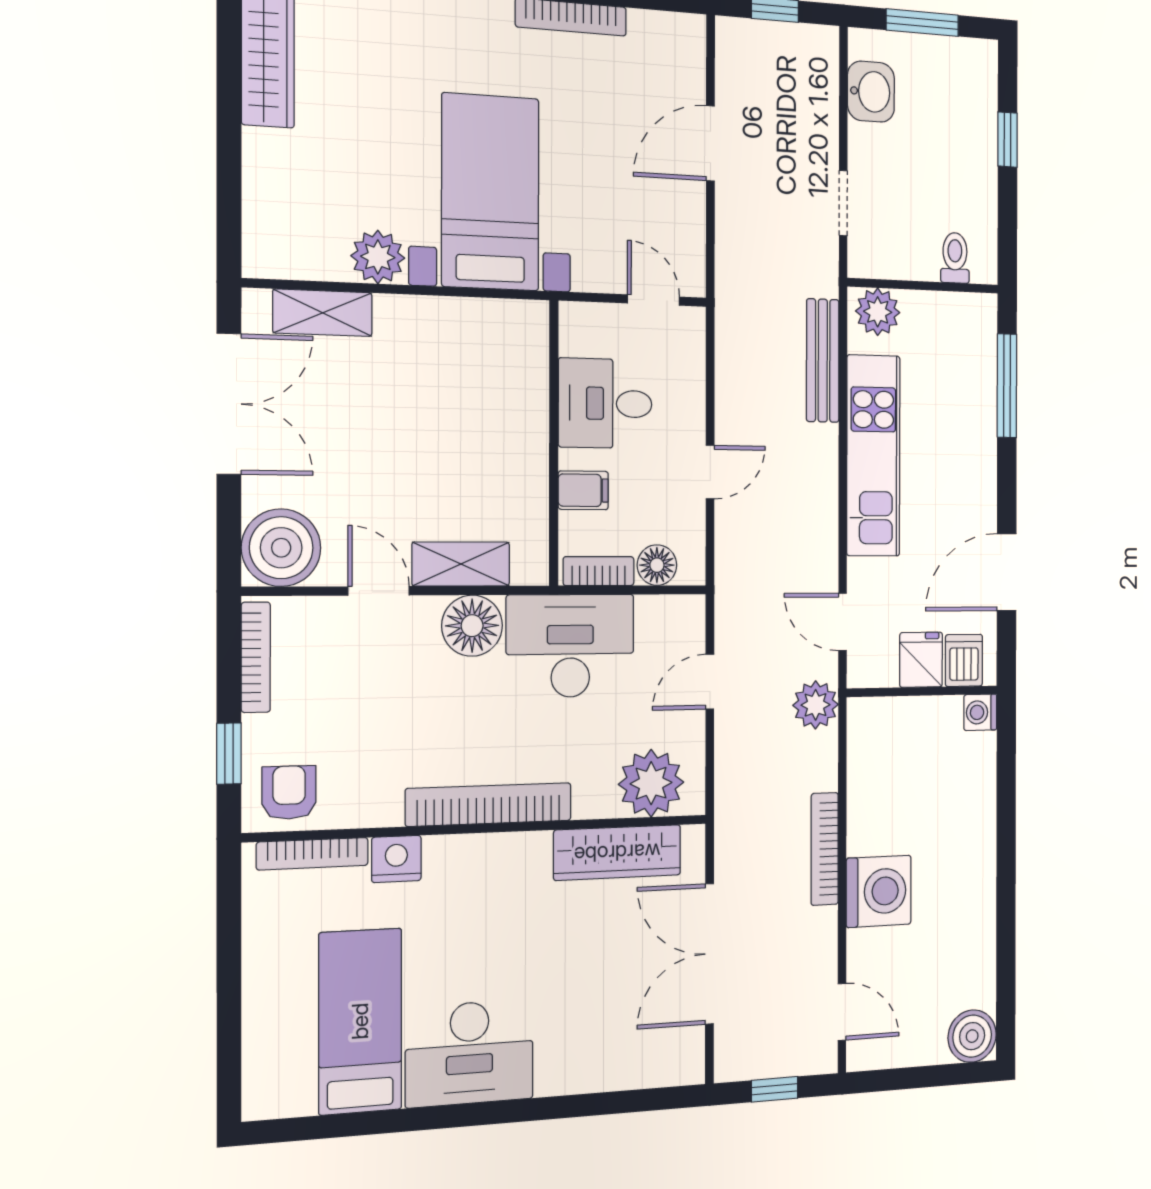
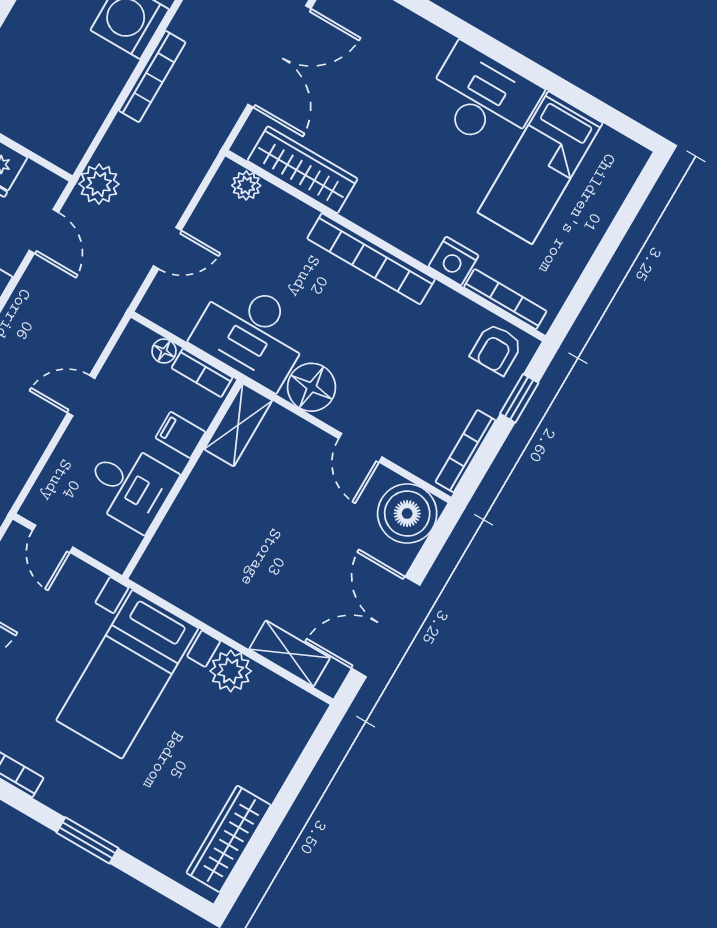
shelving: (461, 564) -> (238, 425), moved, turned 90
floor lamp: (657, 565) -> (164, 351), width x0.73, depth x0.73
plant: (651, 783) -> (246, 185), width x0.53, depth x0.53

